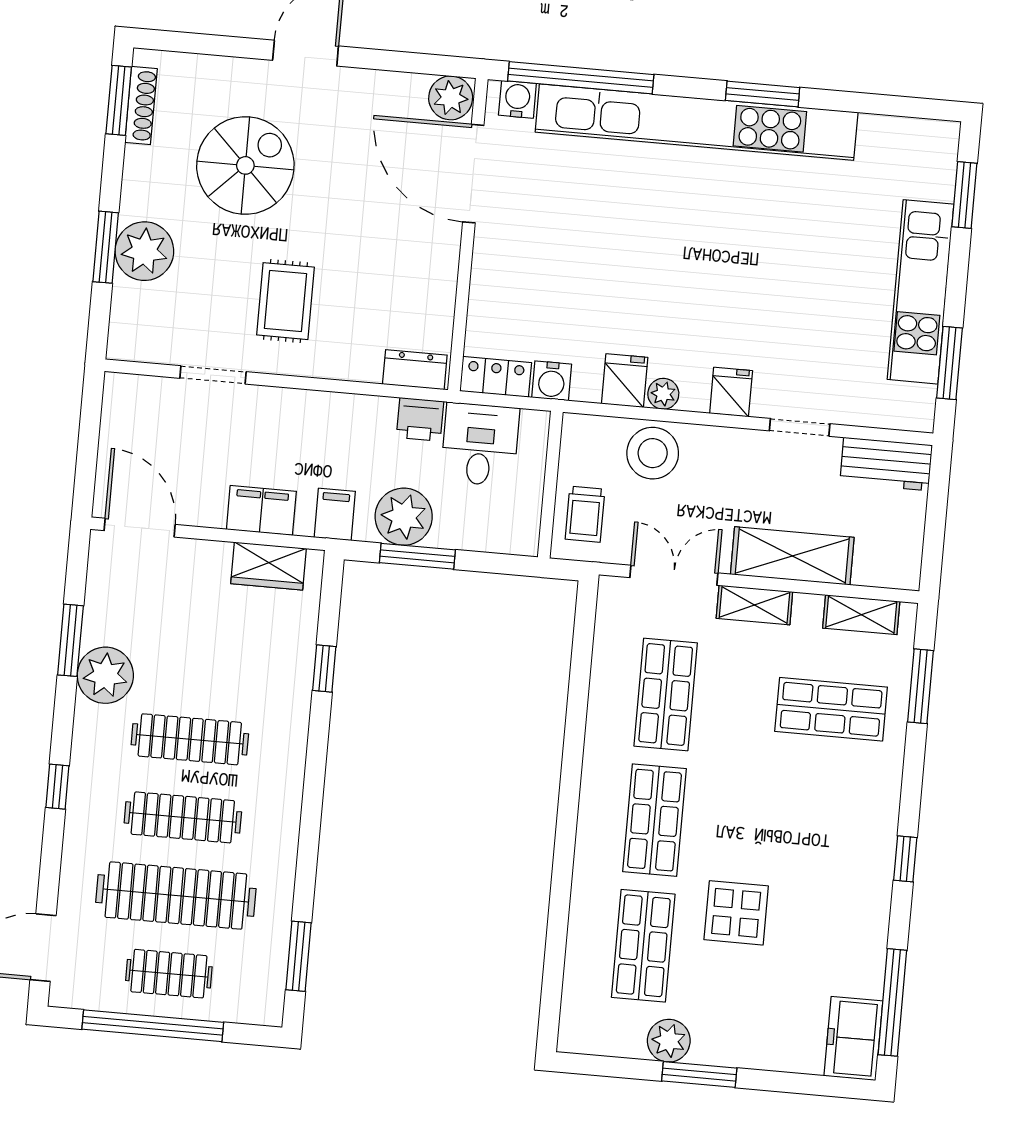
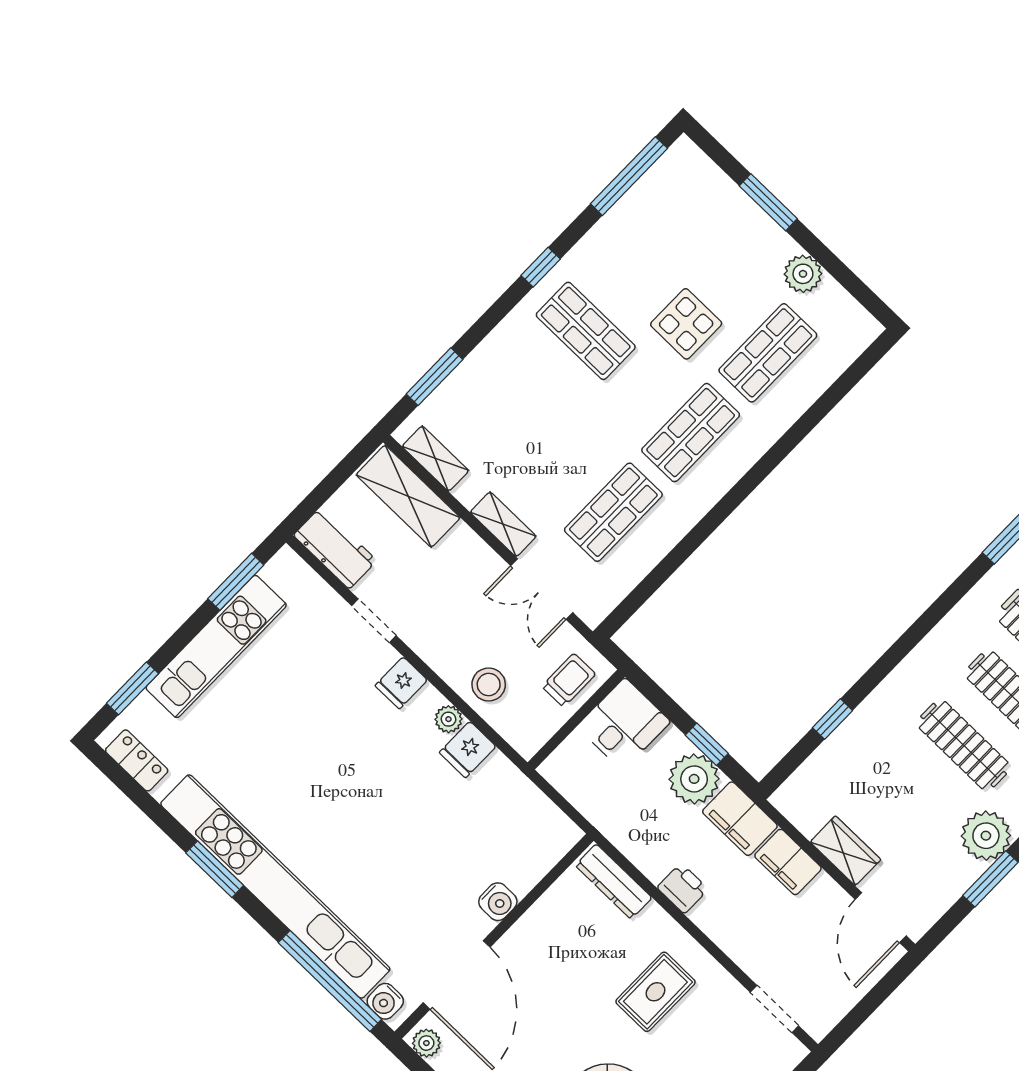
plant: (451, 98) -> (426, 1043), width x0.73, depth x0.73
dresser: (415, 370) -> (614, 882), width x1.44
doorway: (213, 375) -> (774, 1009), moved
locker: (496, 377) -> (137, 760), moved, turned 180
water cooler: (552, 381) -> (498, 902), moved, turned 90
printer: (420, 419) -> (683, 888), moved
desk: (480, 444) -> (624, 724), moved, turned 180
stool: (653, 453) -> (489, 684), width x0.73, depth x0.73
filing cabinet: (335, 514) -> (740, 819), width x2.00
window: (417, 556) -> (707, 744), width x0.67
shelving: (792, 556) -> (408, 496), moved
wardrobe: (269, 566) -> (845, 851), moved
shop shelf: (831, 709) -> (586, 331), moved
freezer: (853, 1038) -> (676, 173), removed
window: (699, 1075) -> (768, 202), moved

